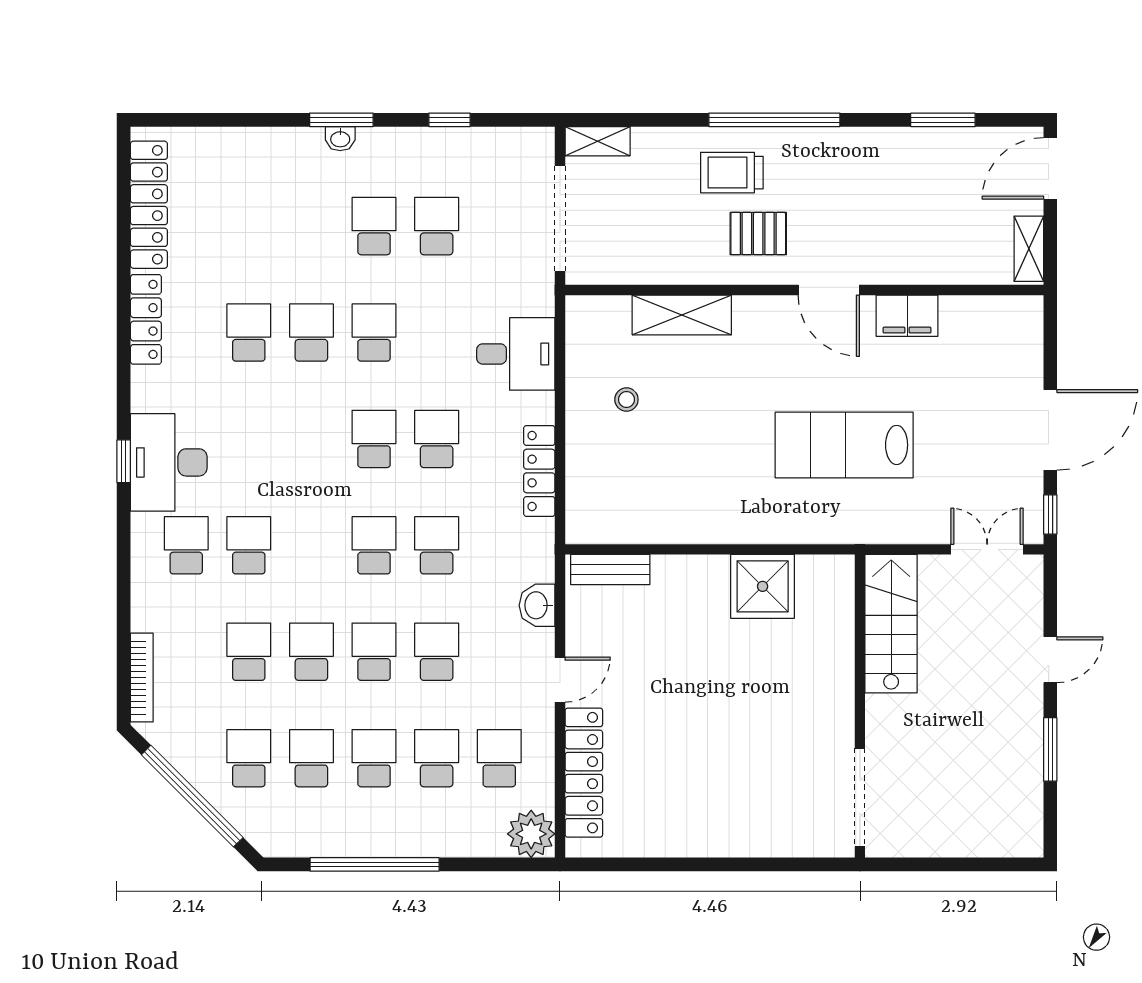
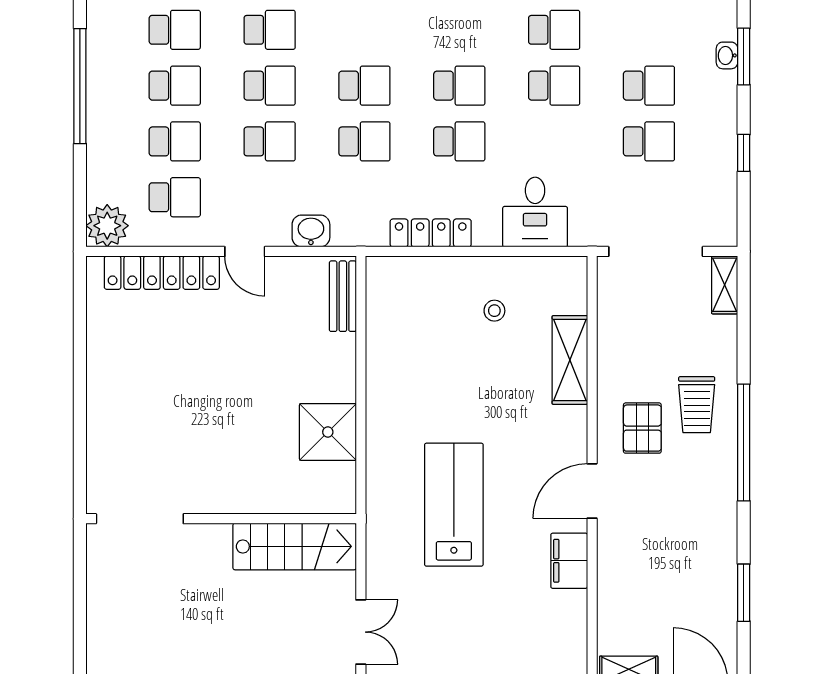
trolley: (732, 173) -> (697, 405), turned 180

